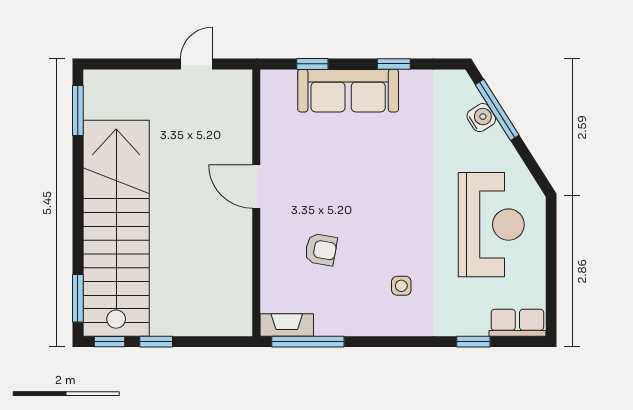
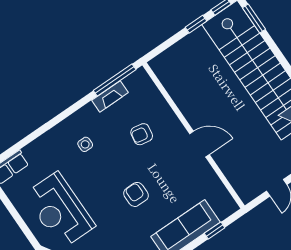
armchair: (381, 178) -> (136, 194), added
fireplace: (287, 325) -> (110, 96), moved
window: (473, 342) -> (26, 141), removed

